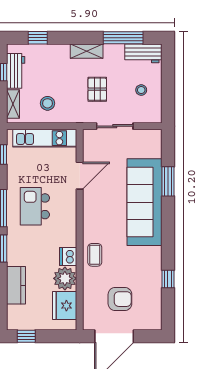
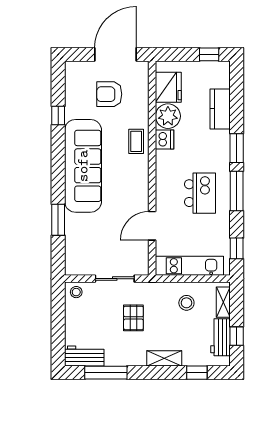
shelving: (87, 51) -> (164, 358), moved
stool: (141, 90) -> (76, 292), moved
sofa: (145, 202) -> (83, 166), moved

